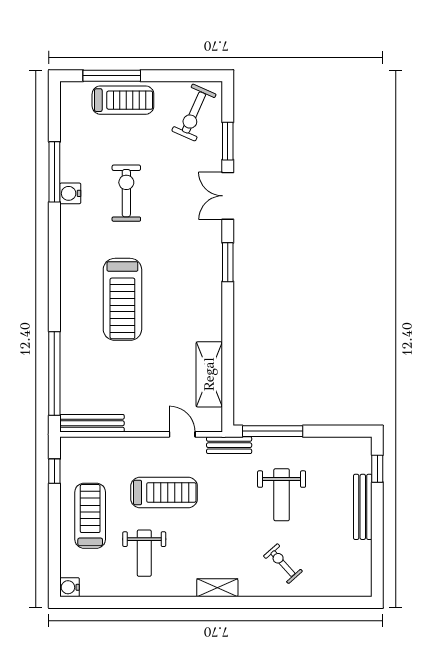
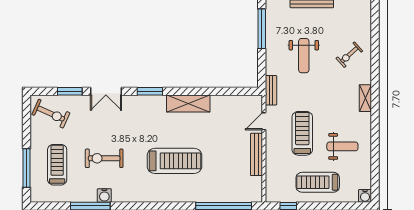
treadmill: (123, 100) -> (57, 165), moved
shelving: (209, 374) -> (188, 103), moved
bench: (92, 423) -> (256, 154), moved
window: (273, 431) -> (262, 29), moved
weight bench: (282, 495) -> (304, 56), turned 90

